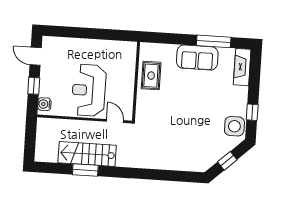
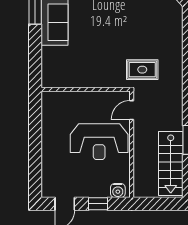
rug: (151, 76) -> (142, 70), moved
stairs: (87, 154) -> (171, 163), moved

